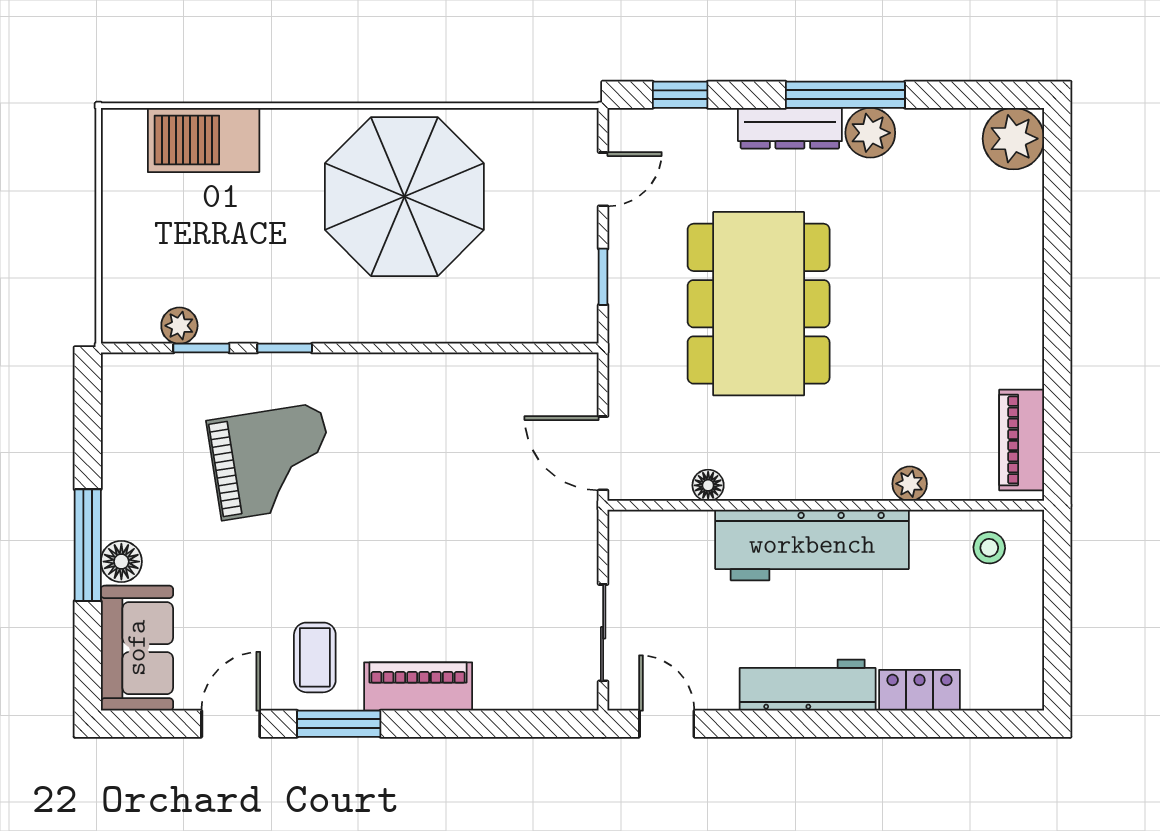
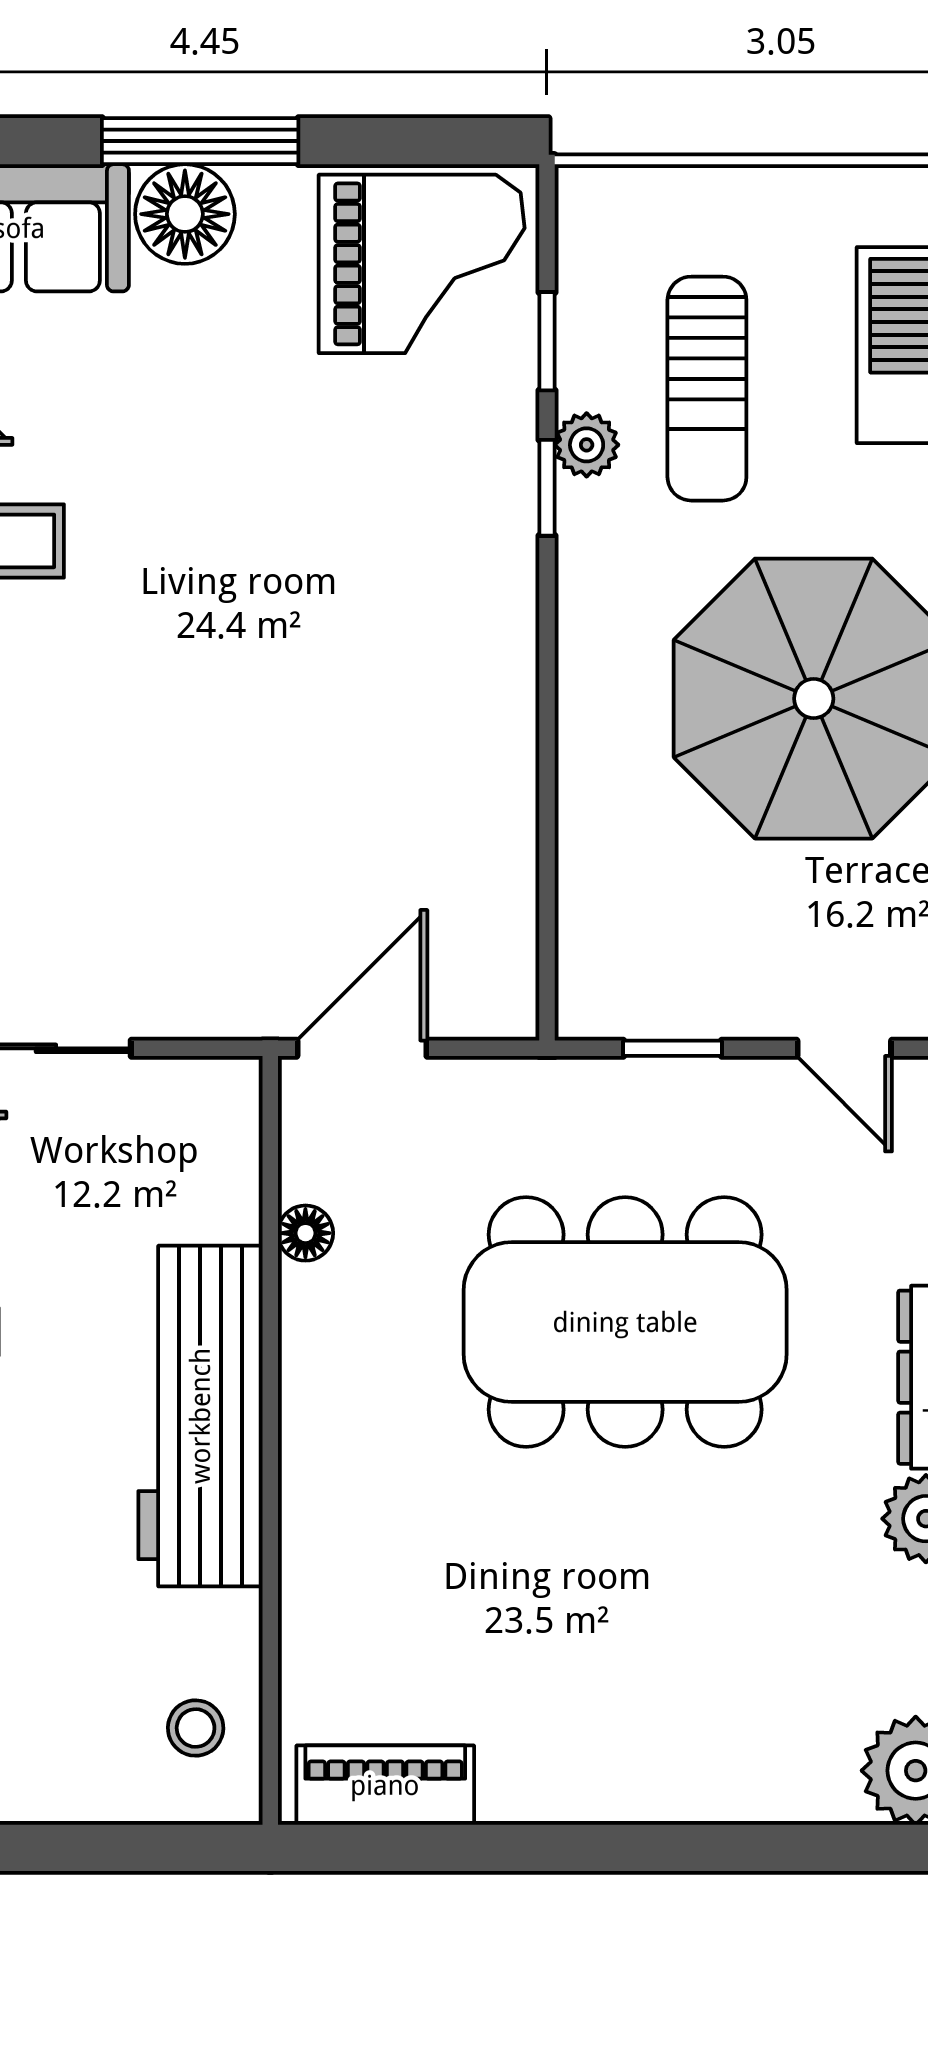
sun lounger: (228, 257) -> (707, 389), added
plant: (179, 326) -> (587, 445), moved
grand piano: (272, 462) -> (422, 264), moved, turned -81
plant: (910, 484) -> (308, 1588), removed
floor lamp: (121, 562) -> (185, 214), width x1.38, depth x1.38

